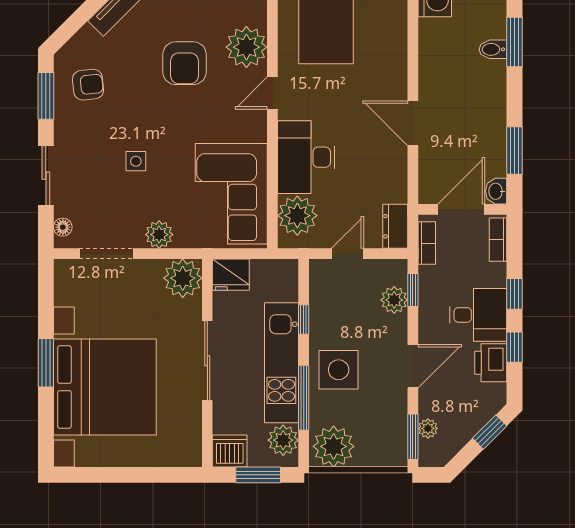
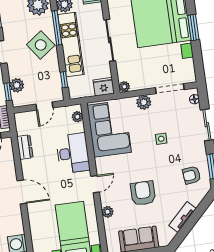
plant: (246, 47) -> (108, 212), width x0.53, depth x0.53
door: (413, 123) -> (22, 192), moved
plant: (297, 216) -> (77, 117), width x0.53, depth x0.53
dresser: (395, 226) -> (25, 147), moved
plant: (183, 278) -> (124, 87), width x0.53, depth x0.53
window: (304, 320) -> (64, 80), moved
side table: (339, 370) -> (41, 45), turned -36

